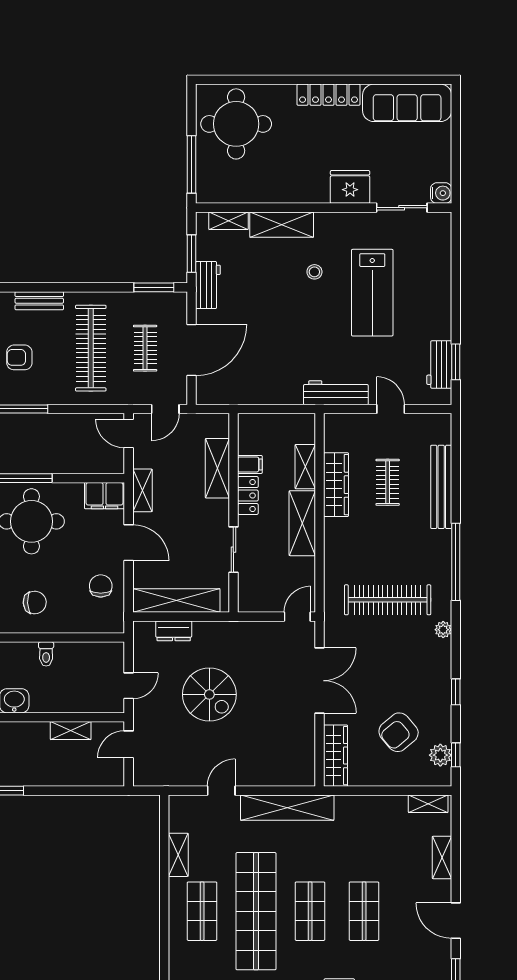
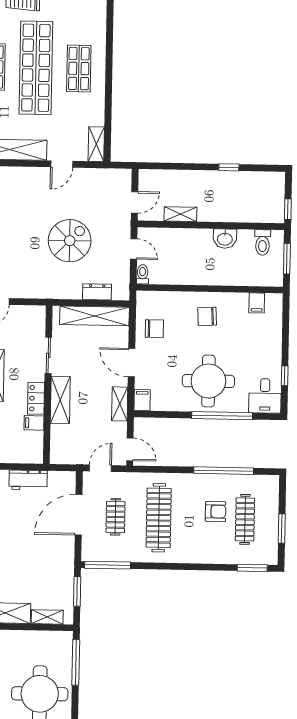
workbench: (208, 285) -> (28, 480), moved, turned -90
window: (154, 287) -> (108, 565), width x1.44
bench: (39, 301) -> (199, 556), removed
shelving: (217, 468) -> (60, 400), moved
filing cabinet: (104, 496) -> (142, 400), width x0.50
chair: (101, 586) -> (154, 329), turned -90
toilet: (46, 654) -> (143, 274), moved
door: (129, 686) -> (134, 249), swing flipped
spiral stairs: (209, 694) -> (70, 241), turned 90
shelving: (178, 855) -> (96, 144), moved

